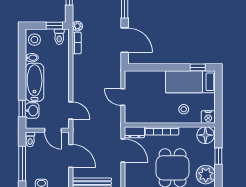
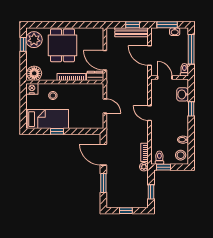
window: (198, 67) -> (57, 131), moved
bathtub: (35, 82) -> (181, 119), removed
window: (22, 108) -> (191, 109), moved
door: (71, 110) -> (150, 113), moved
window: (218, 156) -> (23, 44), moved

